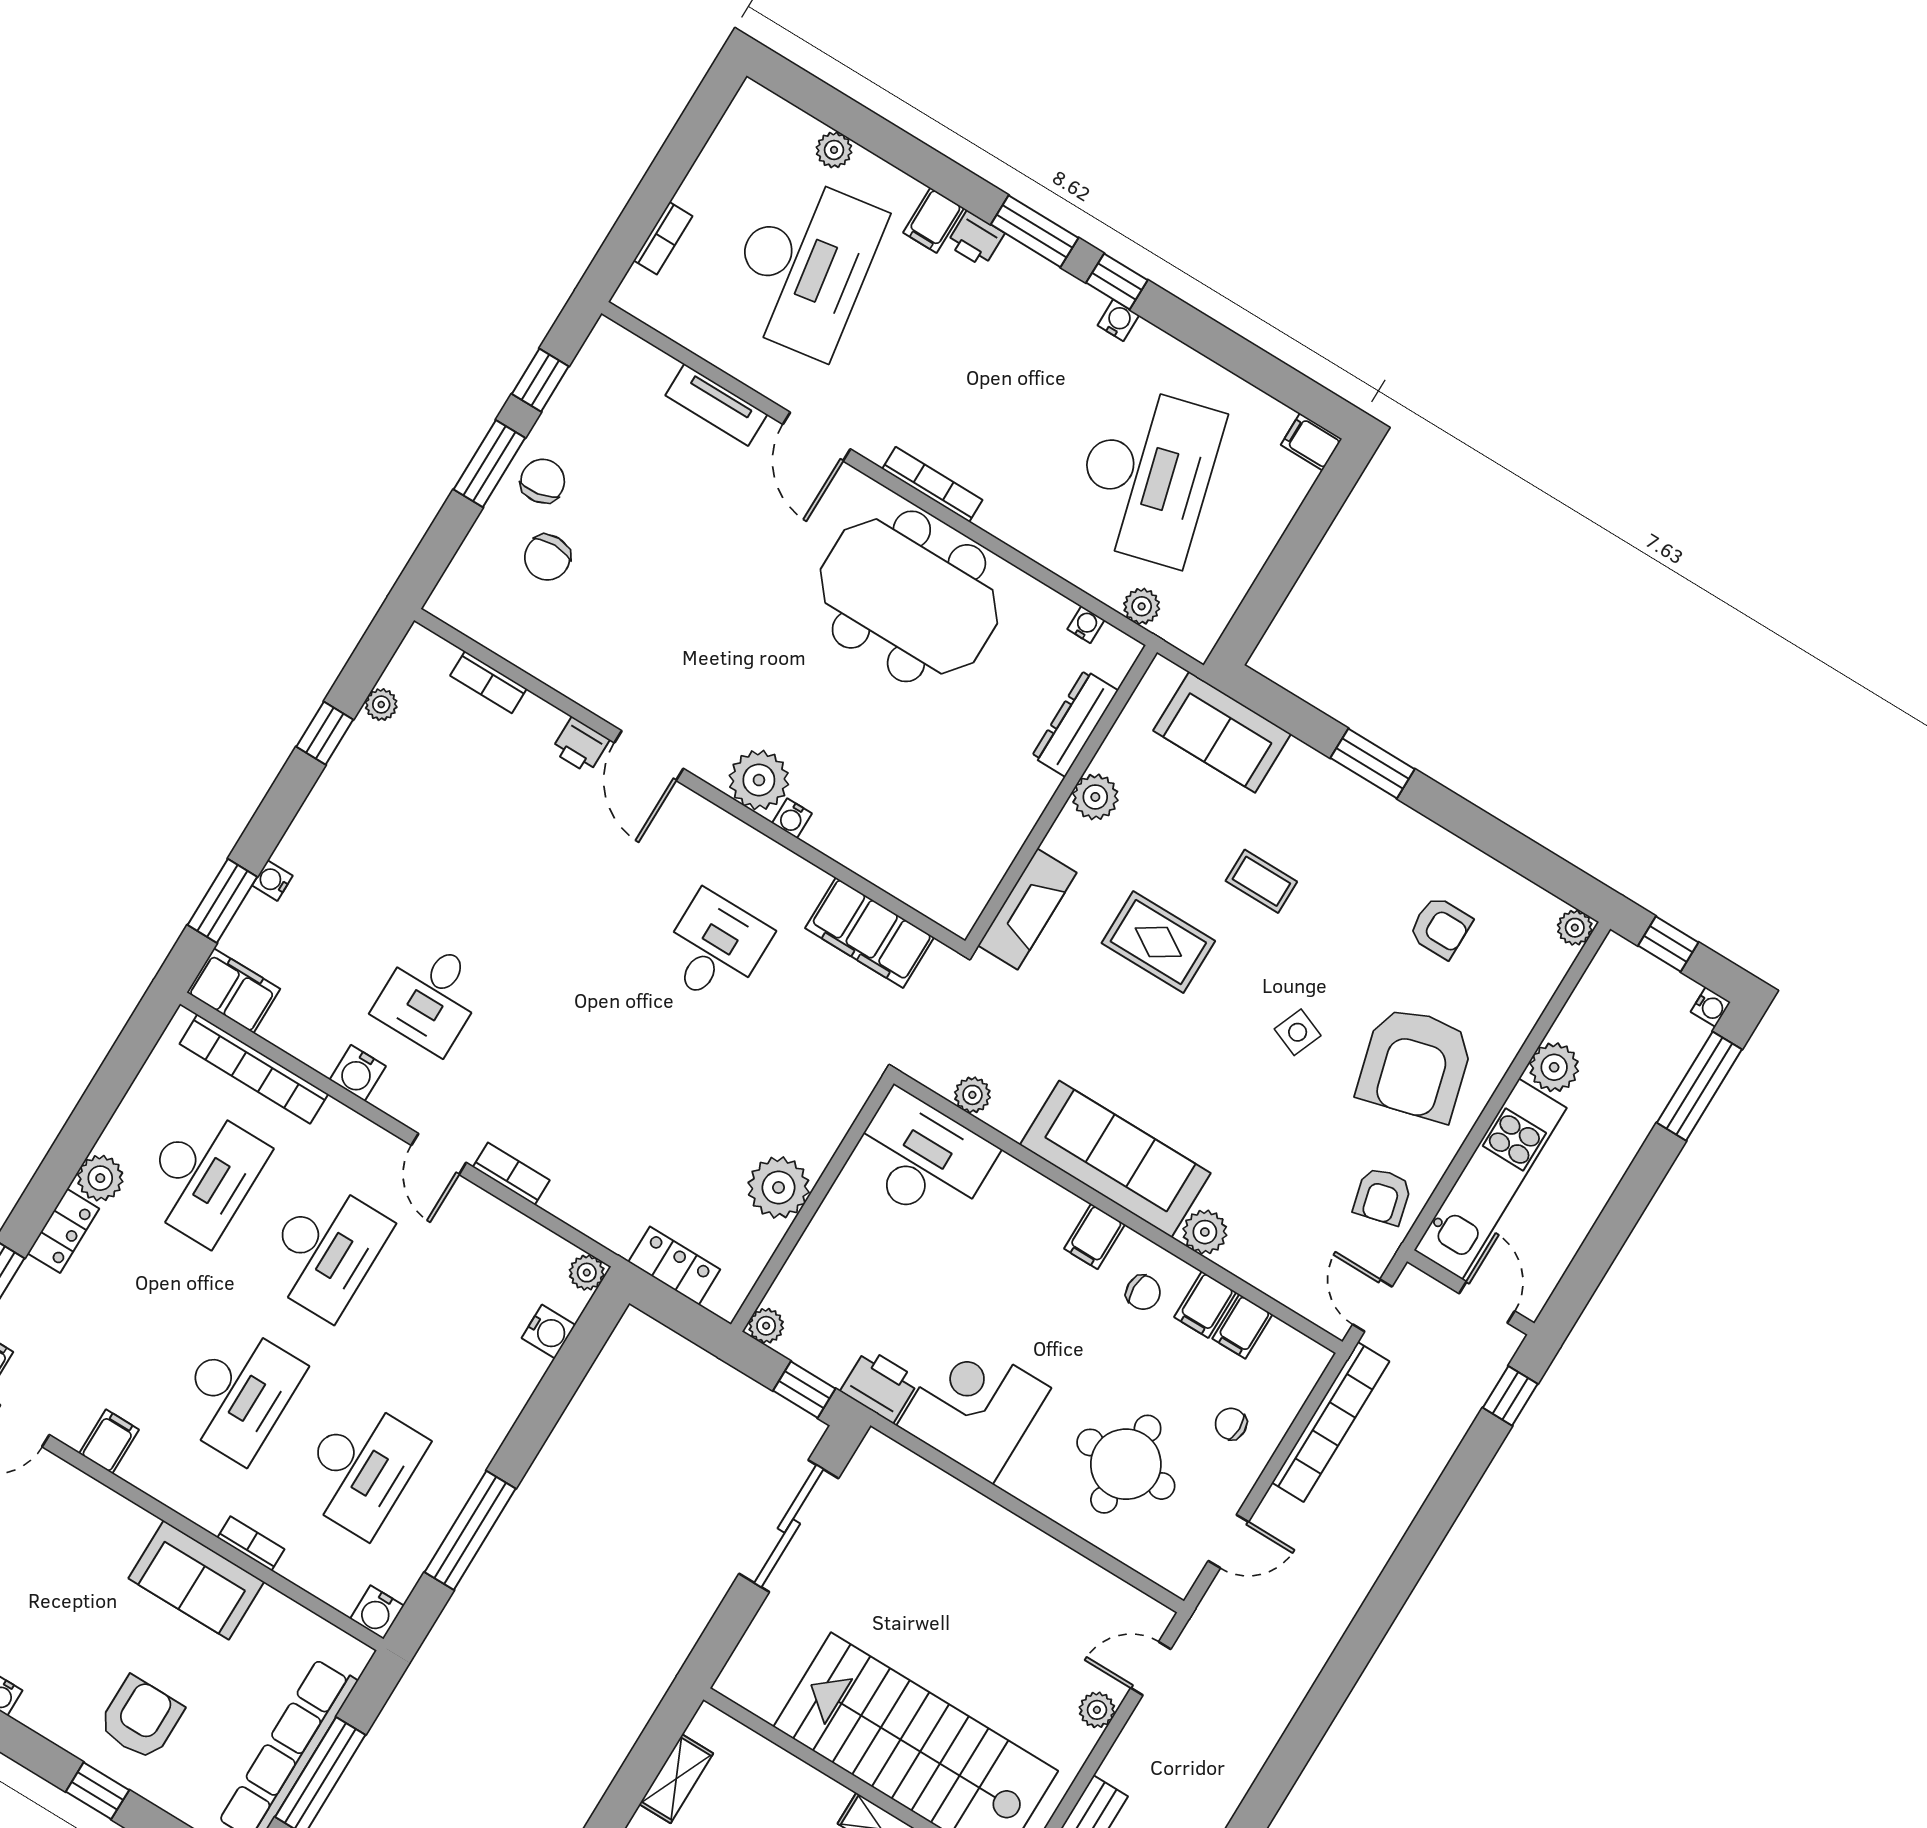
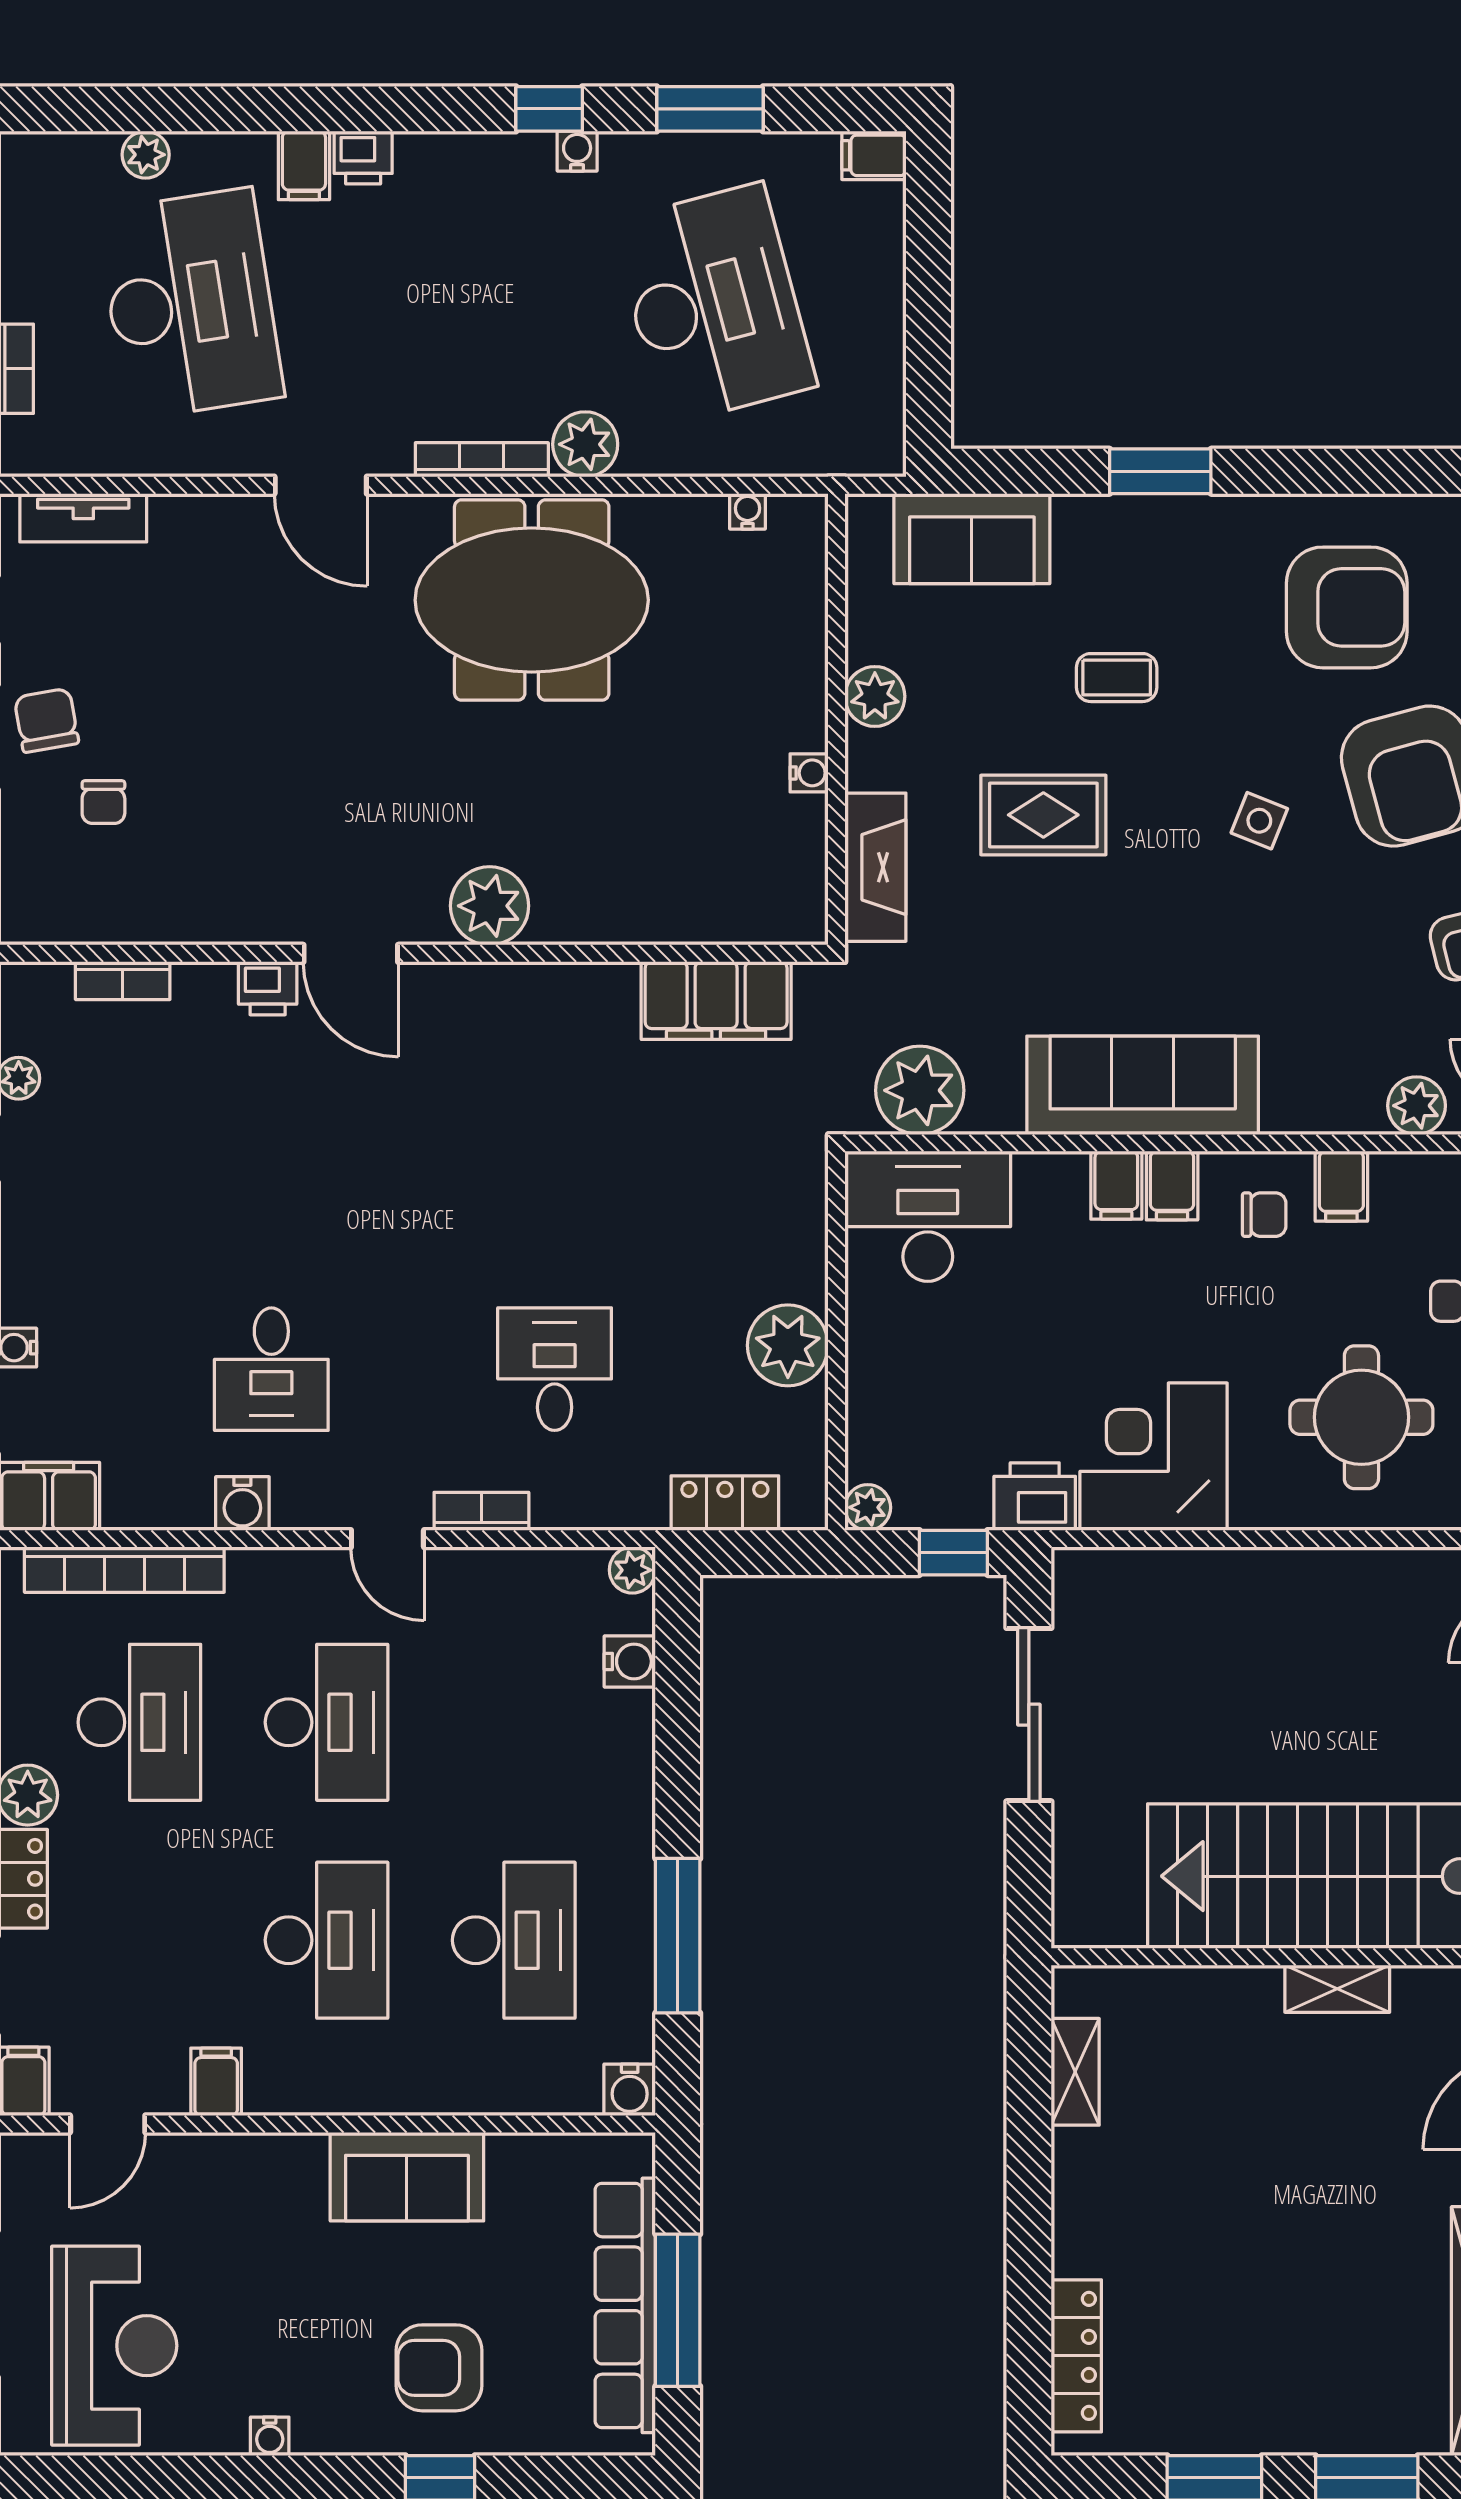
window: (1035, 231) -> (710, 109), moved
tv unit: (716, 405) -> (83, 518), moved
chair: (547, 557) -> (103, 802), width x0.73, depth x0.73
plant: (1142, 606) -> (585, 444), moved, width x1.38, depth x1.38
dresser: (1075, 723) -> (802, 629), removed
water cooler: (792, 818) -> (809, 773), moved, turned -90
armchair: (1440, 927) -> (1347, 607), width x1.88, depth x1.88
desk: (715, 948) -> (555, 1369), moved
plant: (972, 1095) -> (920, 1090), width x1.88, depth x1.88
plant: (1205, 1232) -> (1417, 1106), moved
filing cabinet: (1242, 1327) -> (1116, 1185), moved
bookcase: (251, 1543) -> (443, 2099), removed
armchair: (141, 1718) -> (439, 2368), turned -90

